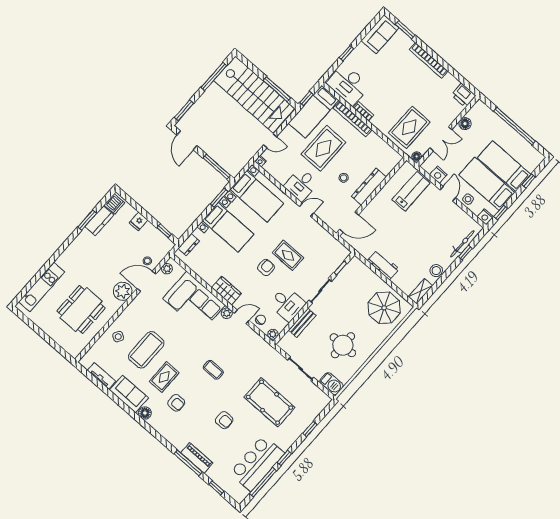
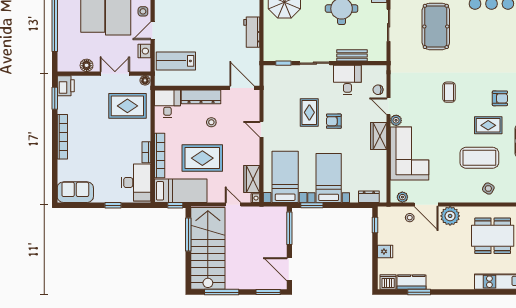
window: (405, 30) -> (55, 98), moved
door: (187, 140) -> (289, 269), swing flipped
wardrobe: (277, 171) -> (252, 179), added
desk: (301, 184) -> (167, 104), moved, turned -90
plant: (273, 334) -> (381, 70), removed
armchair: (176, 403) -> (500, 98), turned 90
armchair: (224, 420) -> (481, 49), removed

